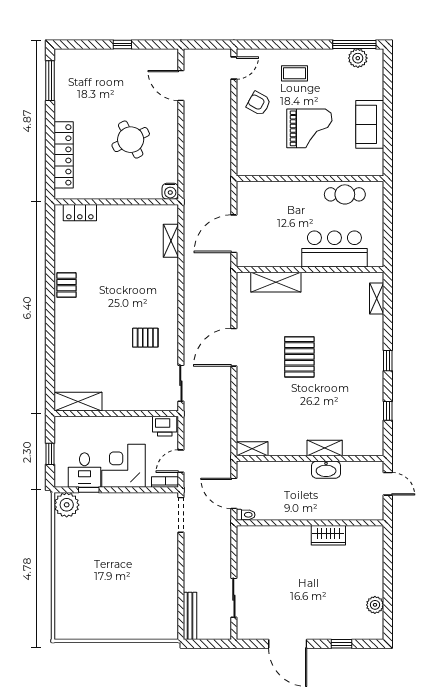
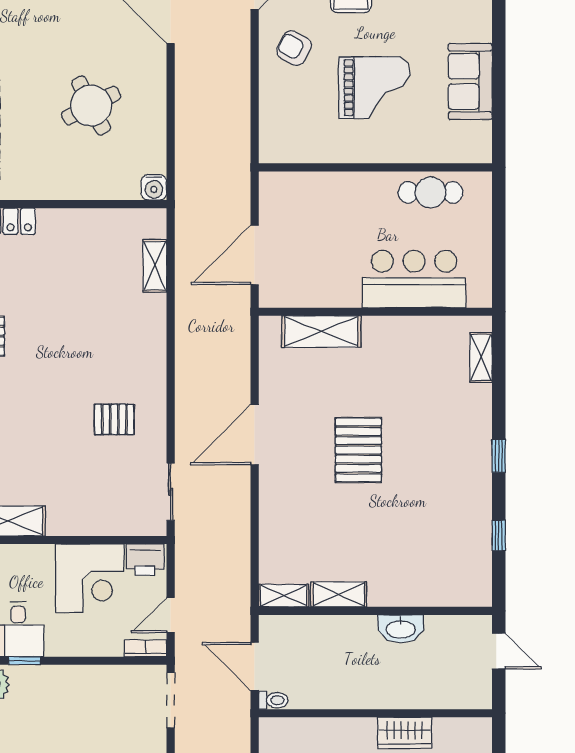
shelving: (325, 448) -> (339, 594), moved
corner desk: (124, 466) -> (90, 578), moved, turned 180

